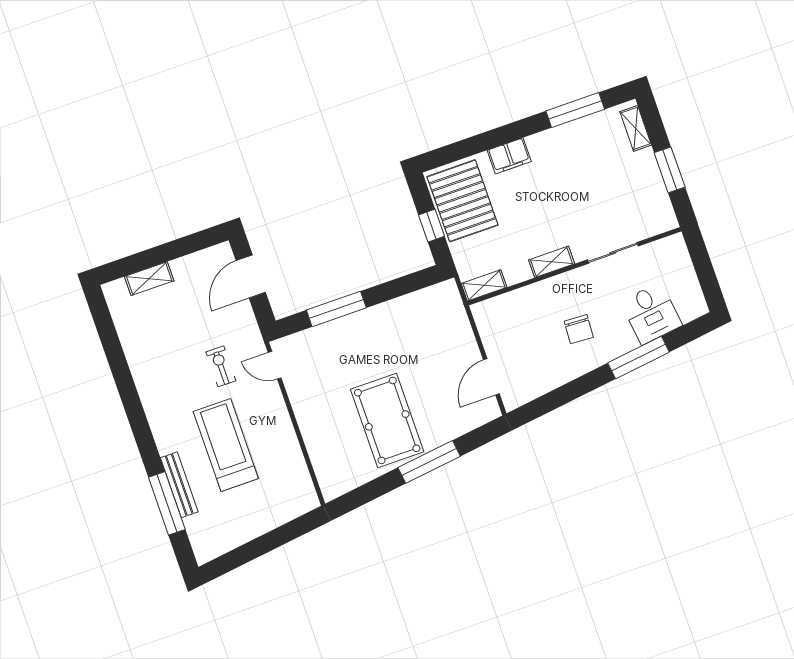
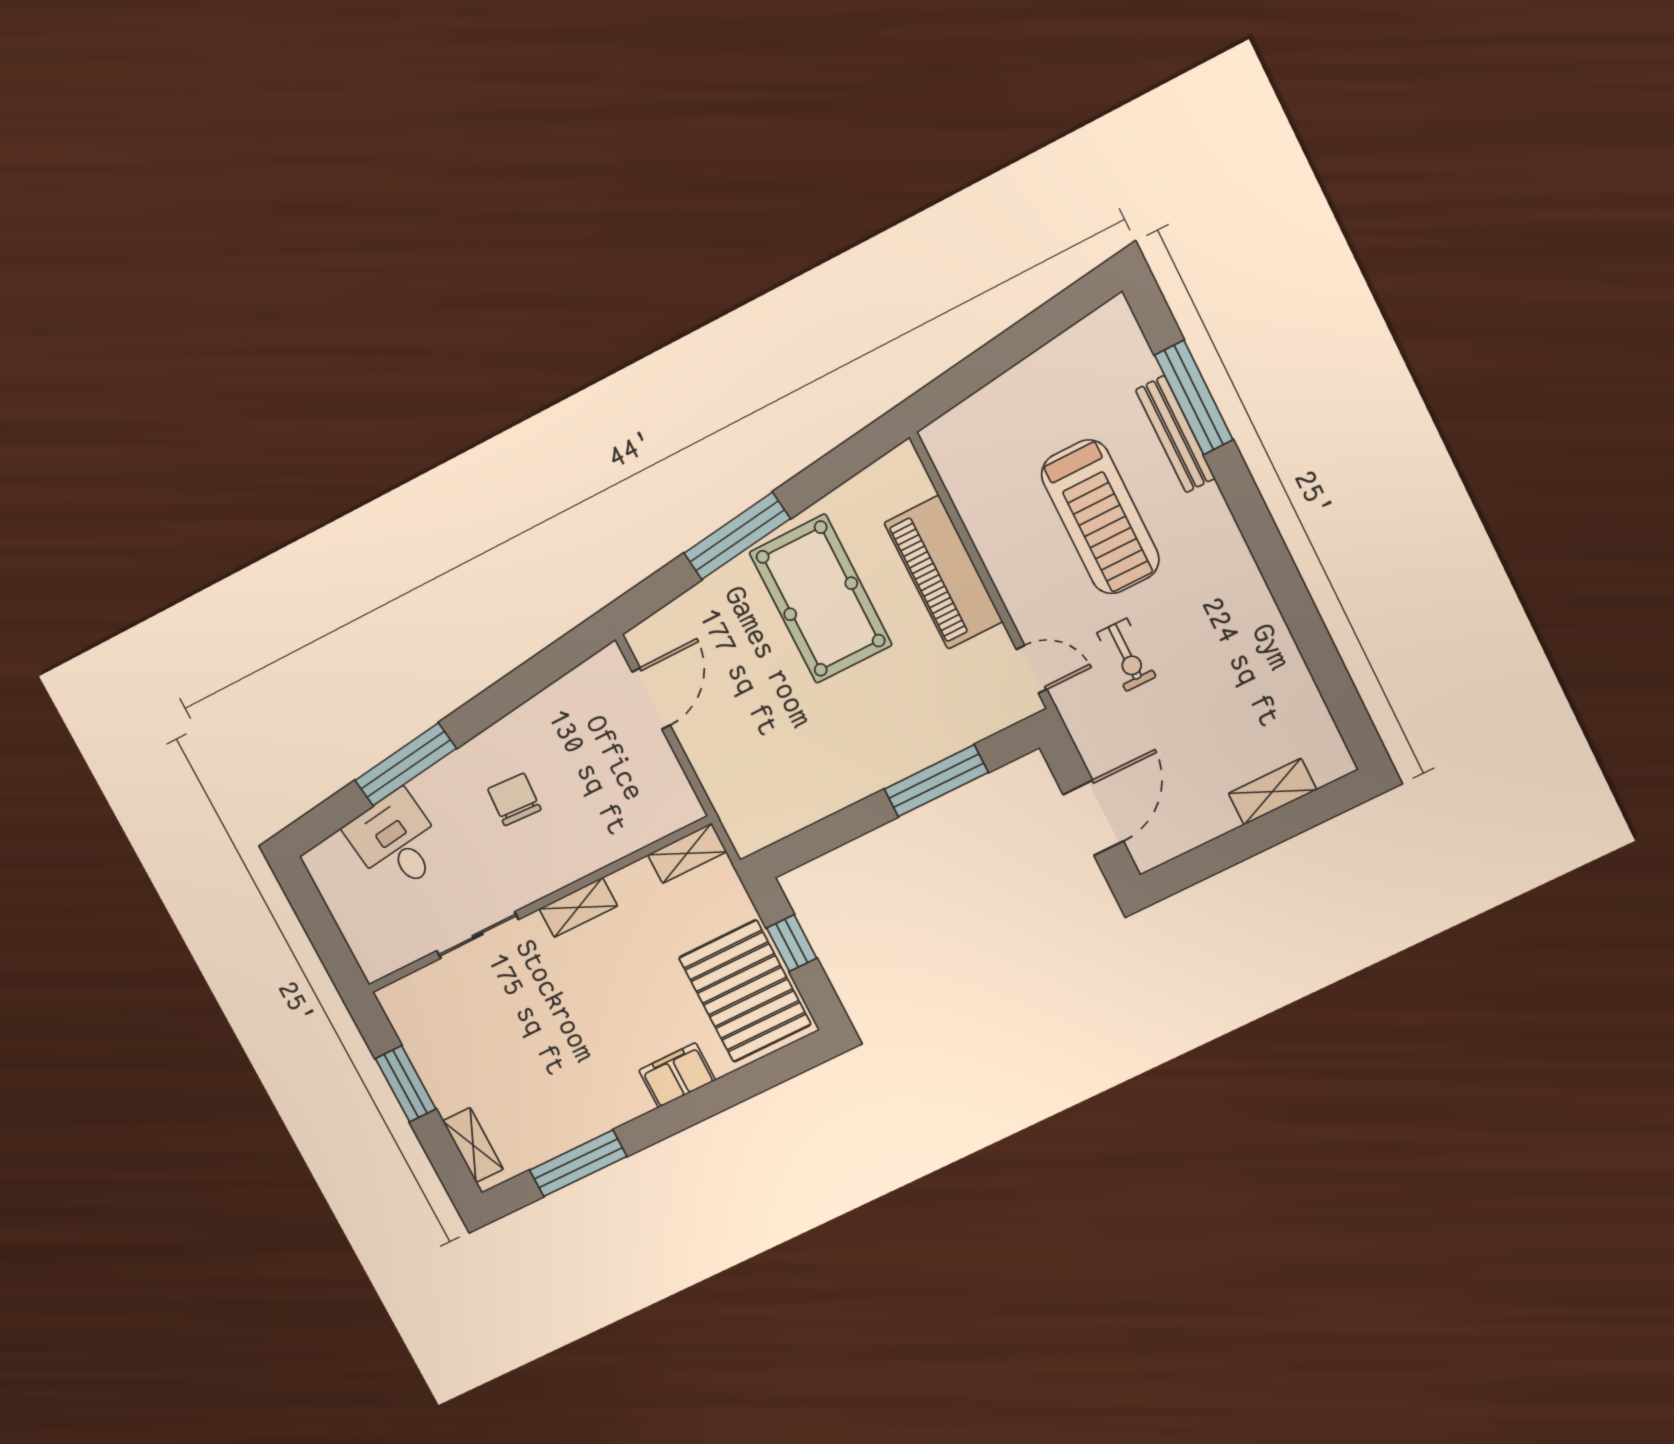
piano: (317, 426) -> (943, 572), added

